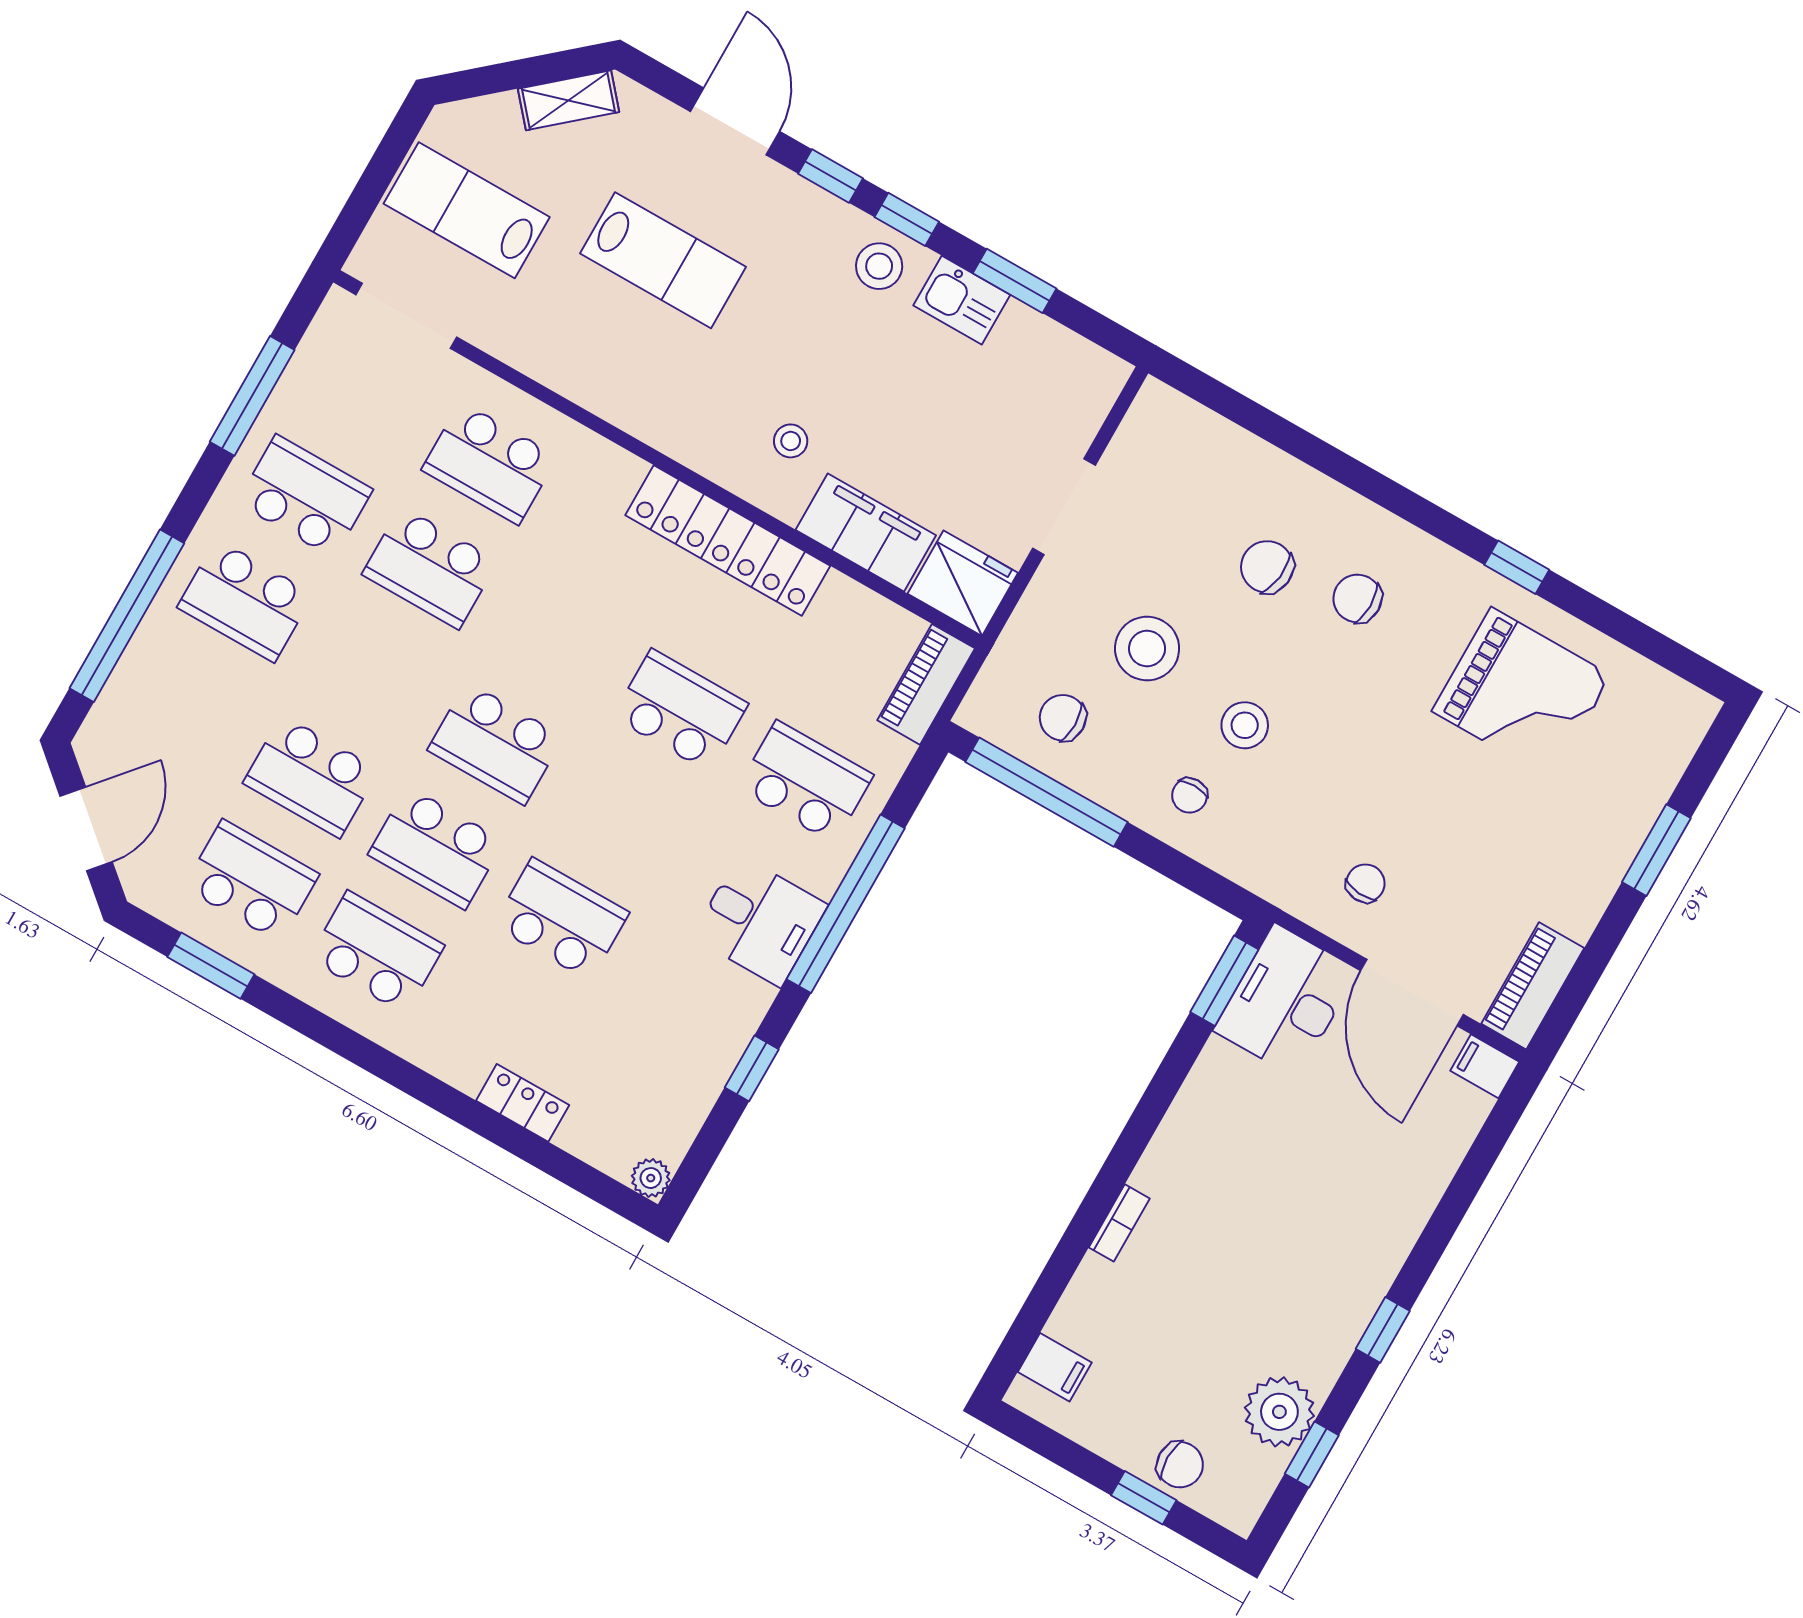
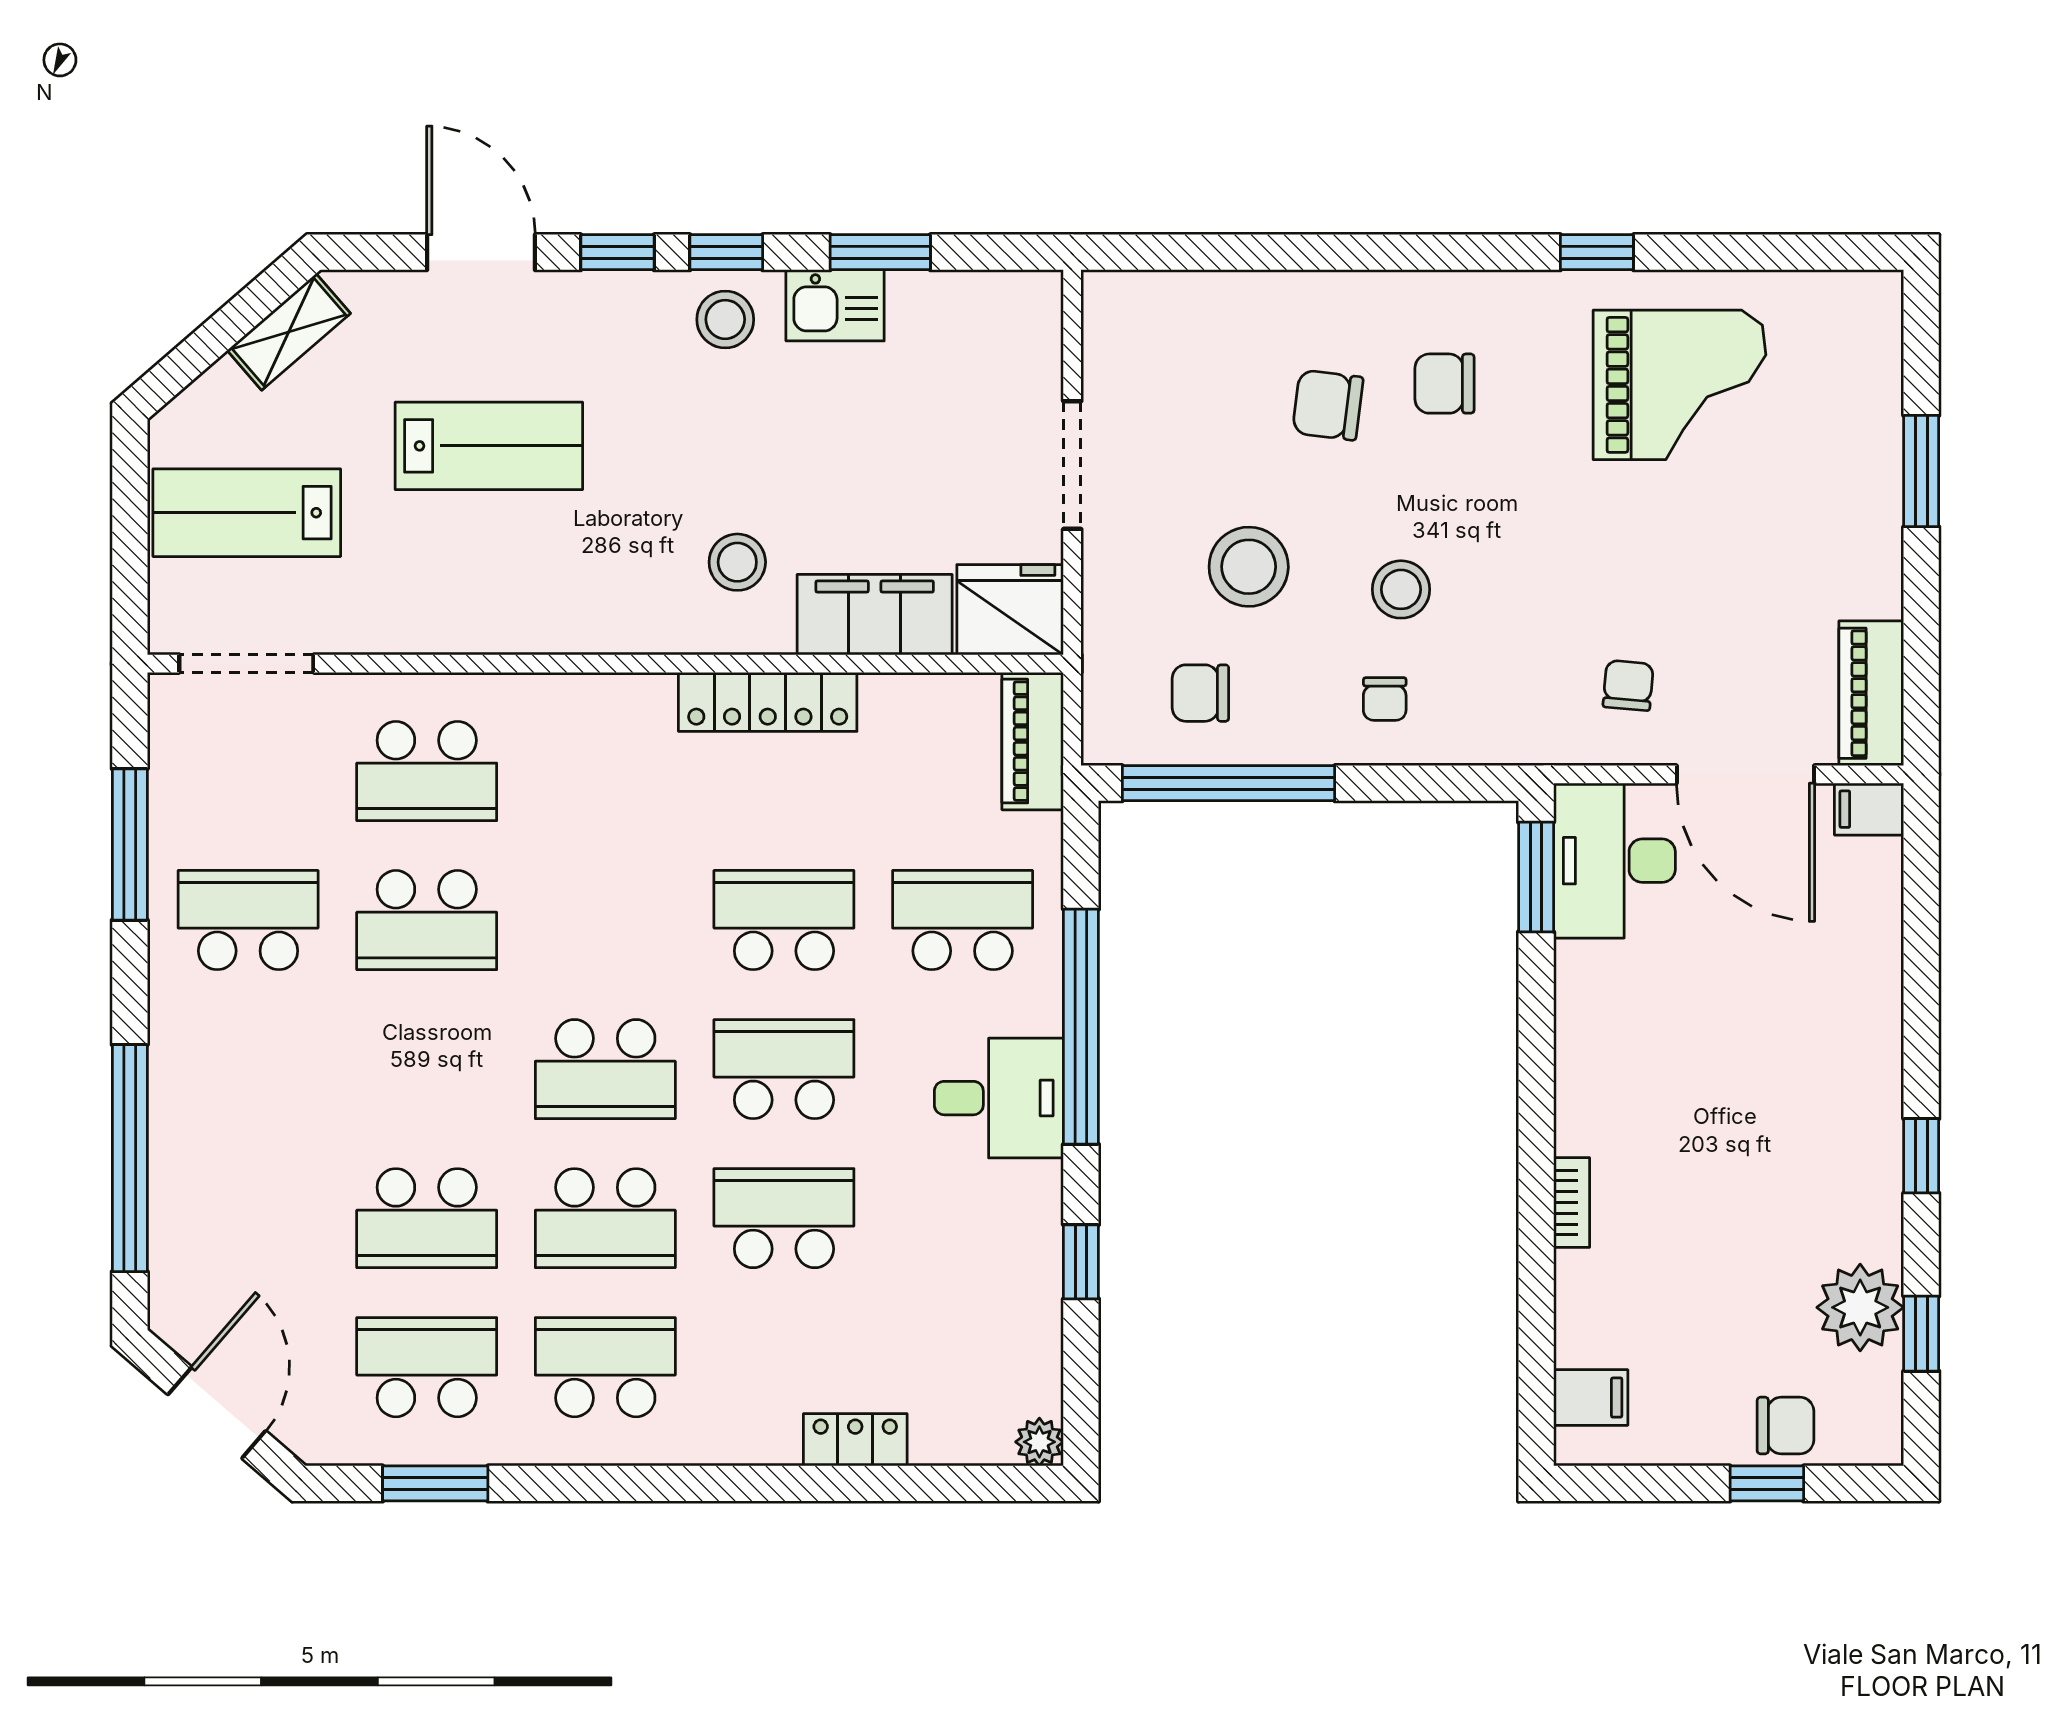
stool: (791, 441) -> (737, 562), width x1.37, depth x1.37
locker: (728, 541) -> (768, 702), width x0.71, depth x0.83
school desk: (245, 601) -> (784, 1069), moved, turned 180

